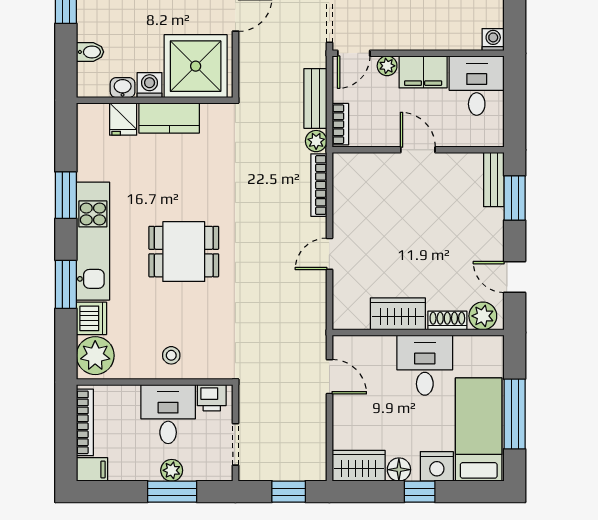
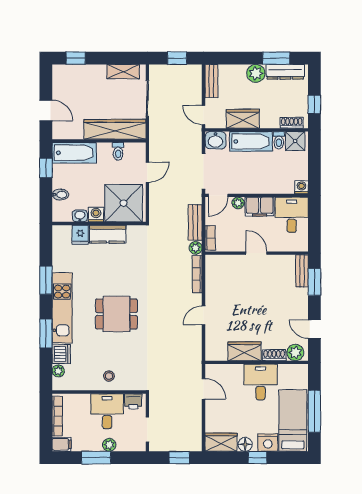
plant: (95, 356) -> (58, 371), width x0.53, depth x0.53
window: (172, 492) -> (96, 458), moved

